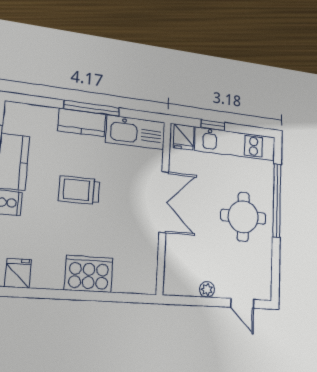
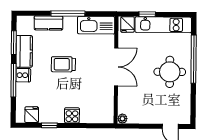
kitchen counter: (82, 122) -> (49, 23), moved
cooker: (89, 274) -> (72, 115), width x0.53, depth x0.76
plant: (207, 289) -> (122, 119), moved
window: (48, 294) -> (49, 125), added

